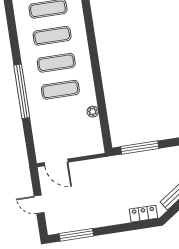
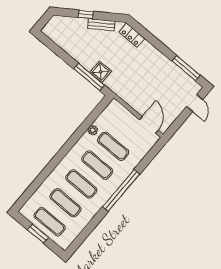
exercise mat: (64, 117) -> (113, 146), added
shower: (136, 161) -> (101, 72), added
door: (39, 204) -> (195, 103), moved

